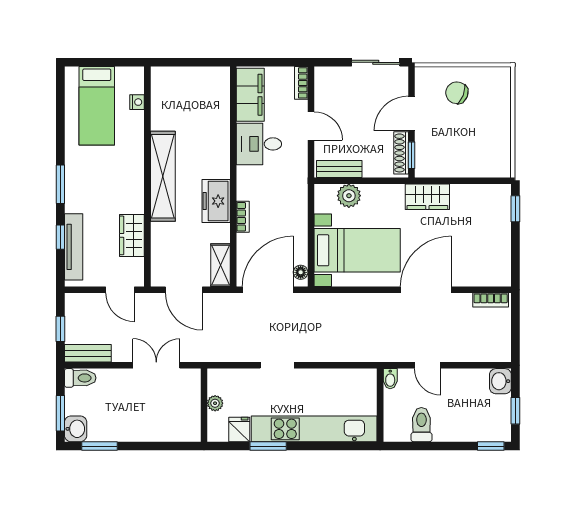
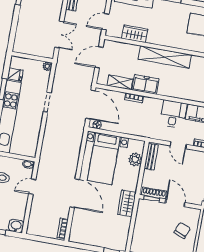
door: (311, 126) -> (178, 145), hinge flipped
shelving: (221, 265) -> (120, 82), moved
plant: (215, 403) -> (47, 66), moved

